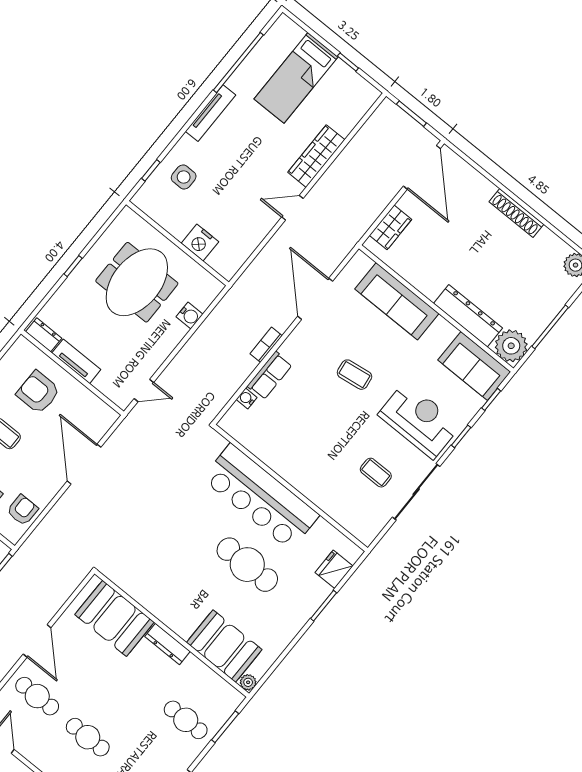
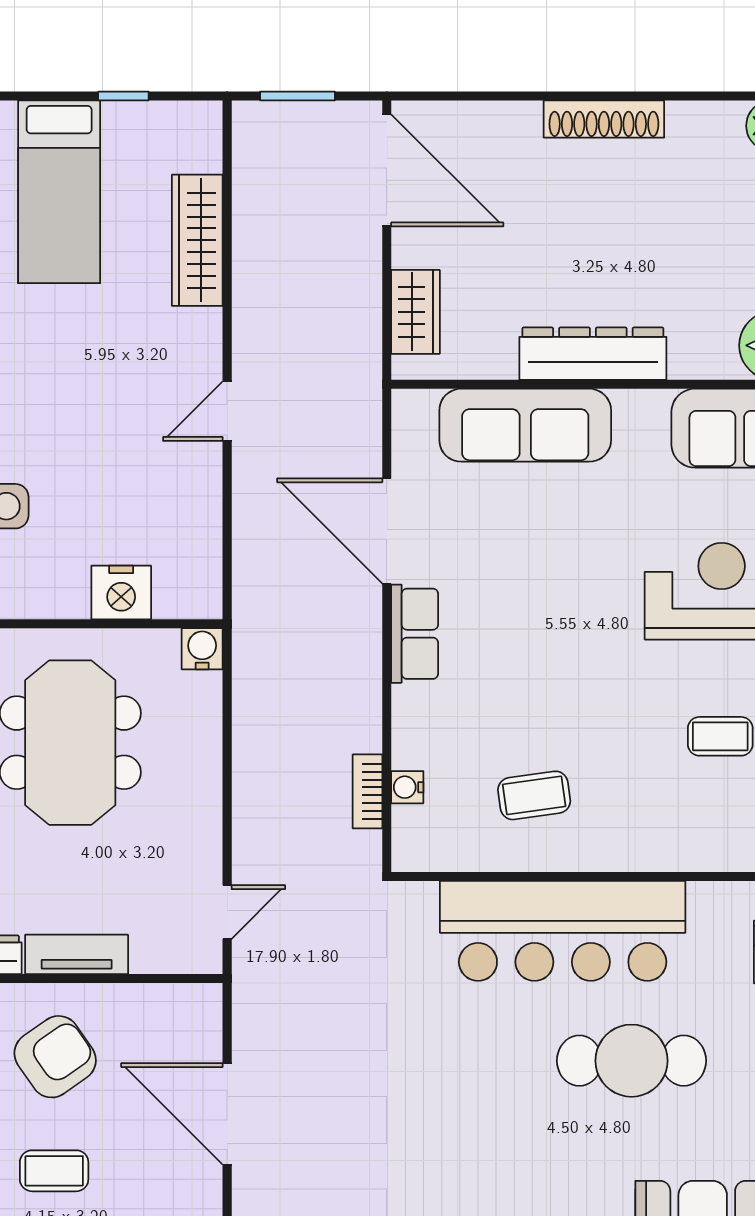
wardrobe: (316, 156) -> (197, 240), moved
water cooler: (190, 316) -> (202, 649), moved, turned -90
dresser: (468, 316) -> (593, 354), moved
bookcase: (266, 345) -> (368, 791), moved
row of seats: (270, 375) -> (415, 634), moved
coffee table: (354, 375) -> (534, 795), moved
armchair: (38, 392) -> (55, 1057), turned 145

